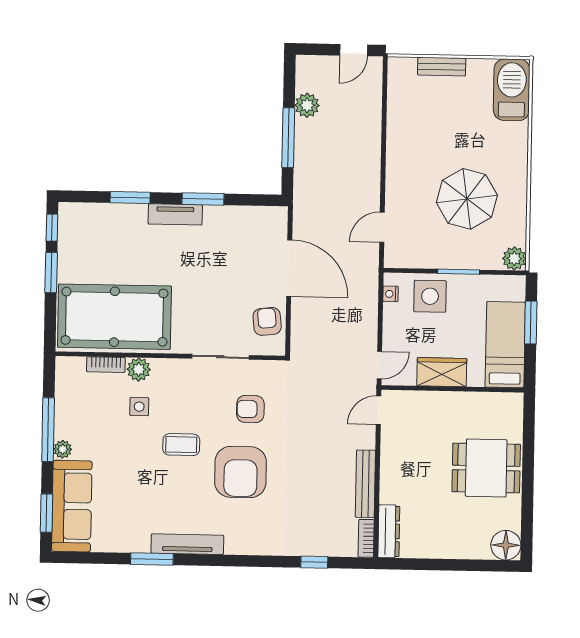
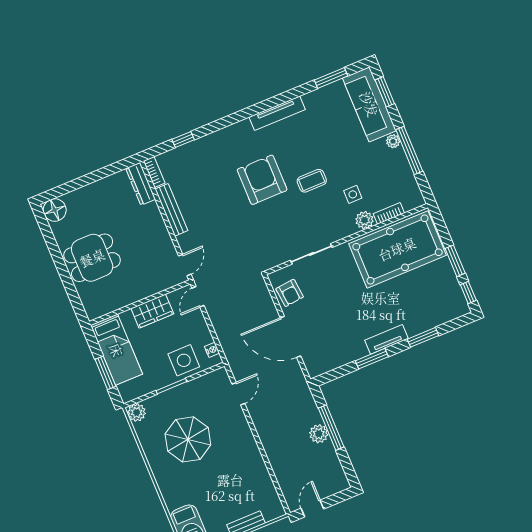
plant: (307, 105) -> (319, 434), moved
armchair: (250, 409) -> (274, 227), removed
window: (152, 559) -> (331, 78), moved

